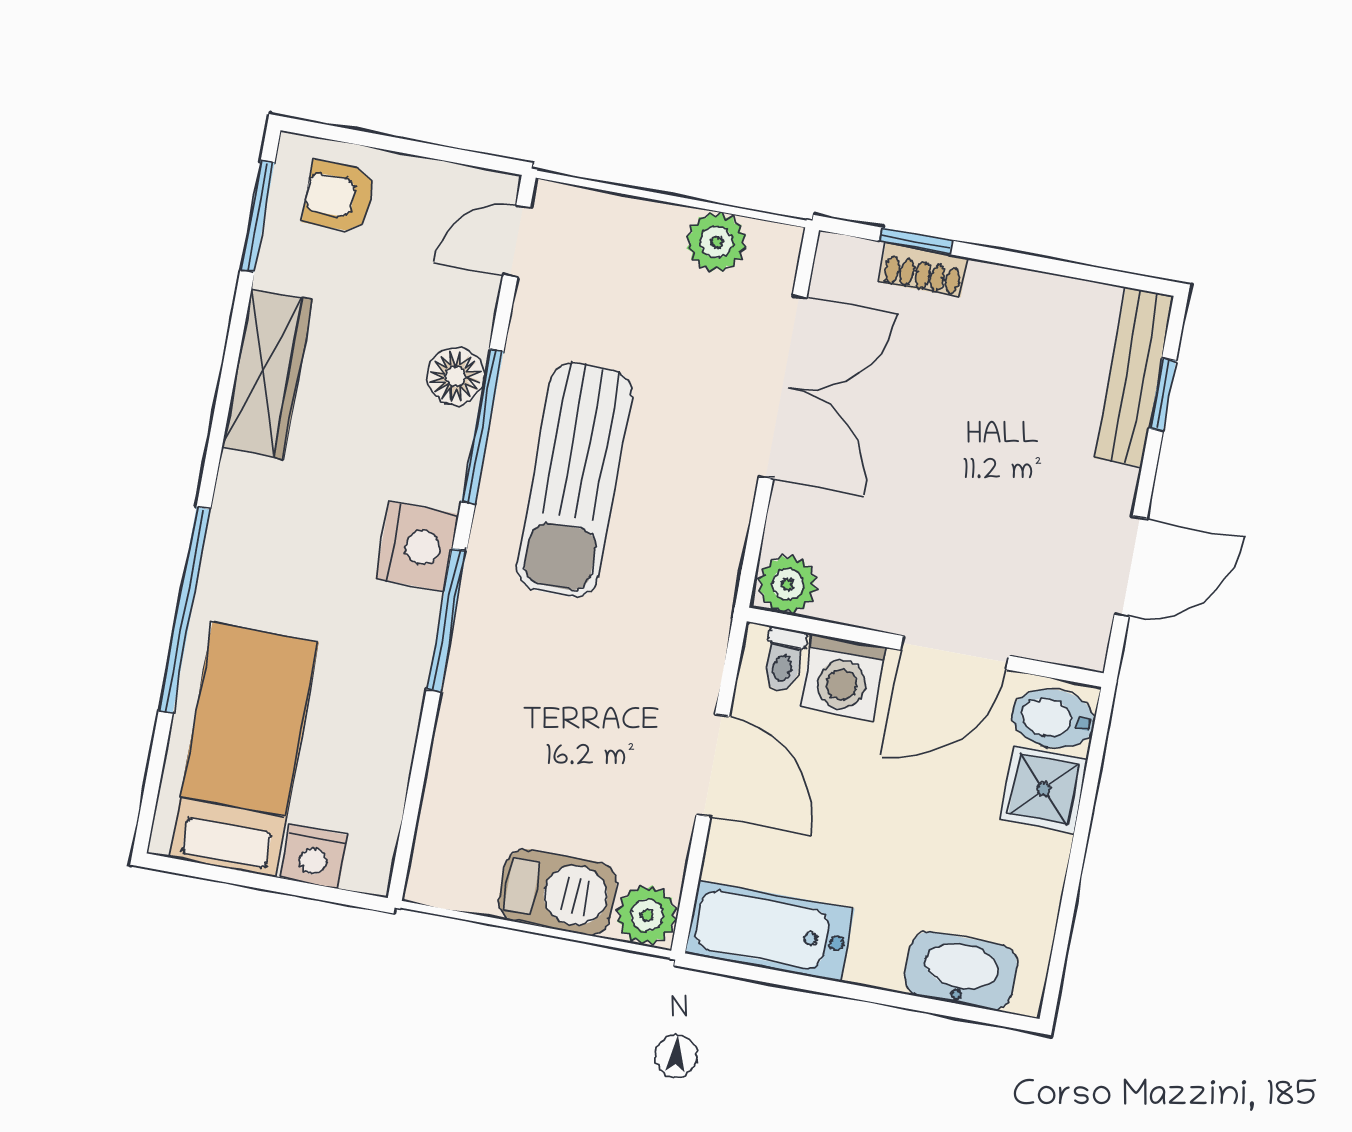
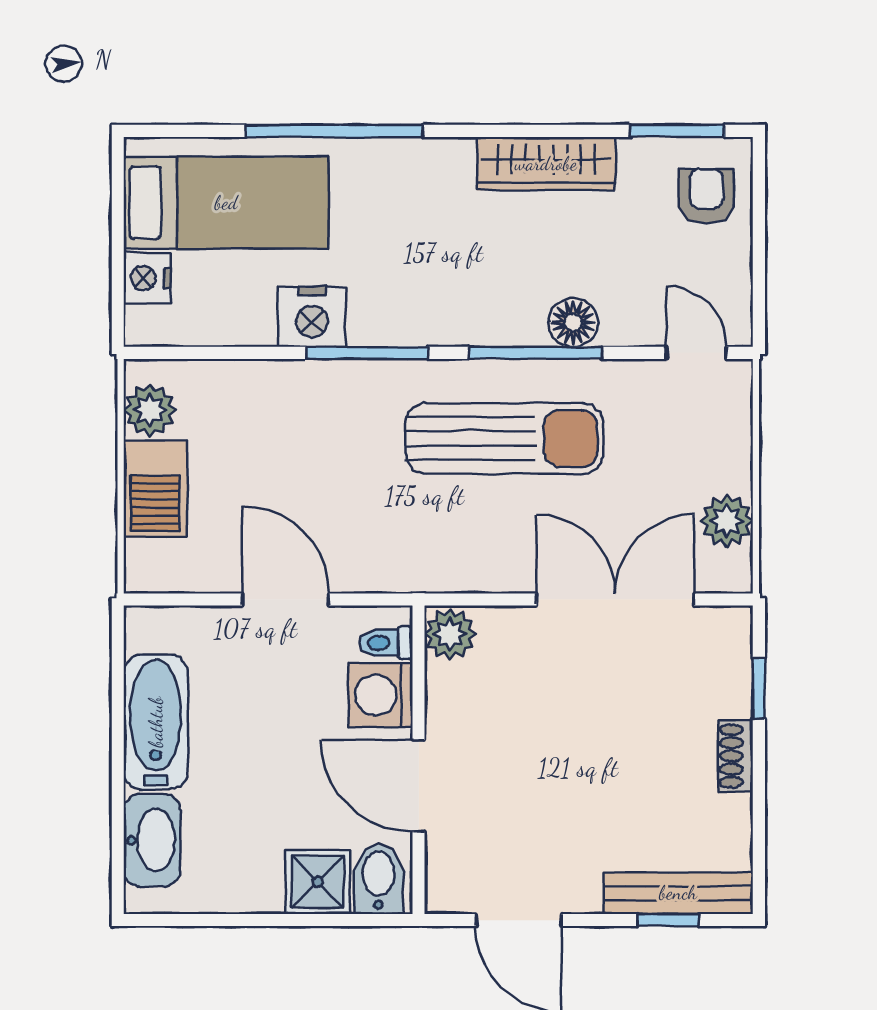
shoe rack: (923, 270) -> (736, 756), moved
double door: (783, 387) -> (615, 599), swing flipped
sun lounger: (574, 480) -> (504, 439), turned 180
nightstand: (417, 546) -> (312, 317), moved
door: (713, 766) -> (286, 599), swing flipped
plant: (647, 915) -> (150, 410), moved
bathtub: (770, 931) -> (156, 722), moved

